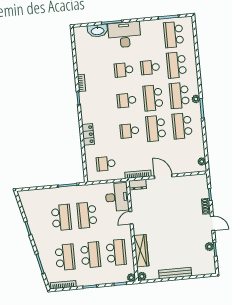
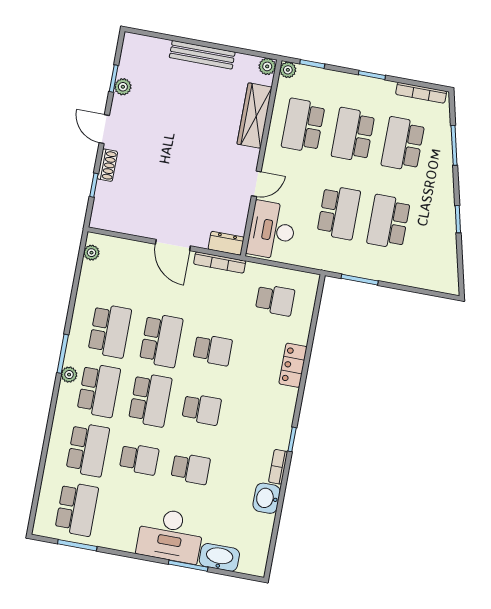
washbasin: (83, 66) -> (267, 498), added

